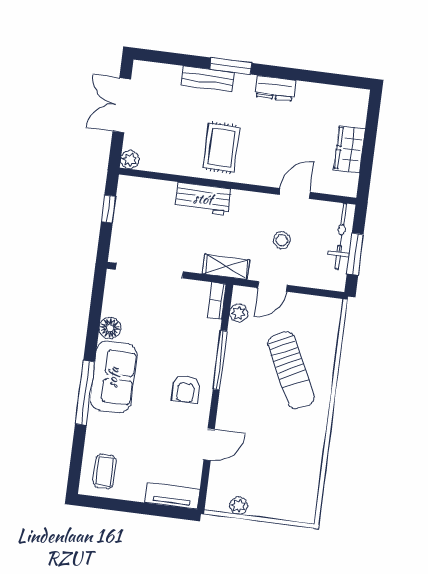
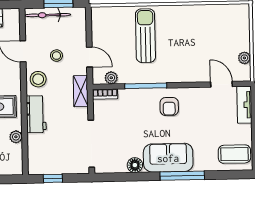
plant: (130, 160) -> (16, 137), moved
stool: (252, 209) -> (38, 79), added
sun lounger: (291, 370) -> (145, 36), turned -64
armchair: (186, 389) -> (169, 106), turned 90
door: (209, 445) -> (222, 84), moved
coffee table: (104, 471) -> (234, 154), width x1.36, depth x1.30

